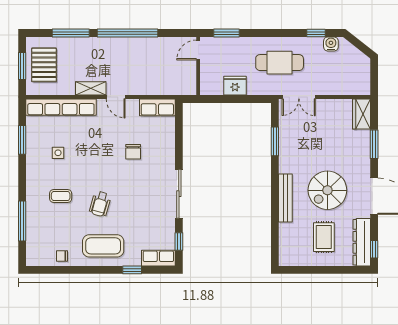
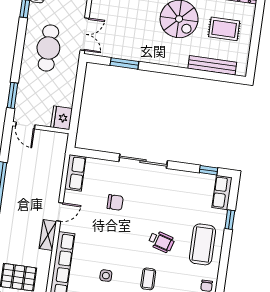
fridge: (235, 86) -> (62, 118), moved
sliding door: (179, 194) -> (143, 161), moved
bench: (285, 198) -> (212, 65), moved

